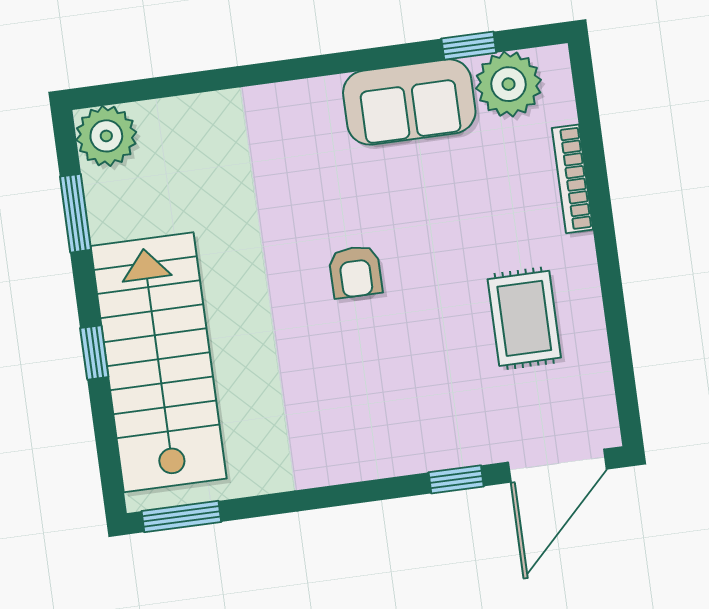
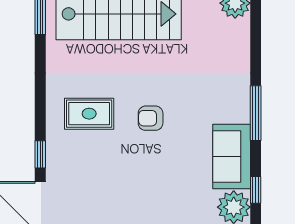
window: (318, 66) -> (256, 113), added
rug: (524, 318) -> (89, 114), moved

